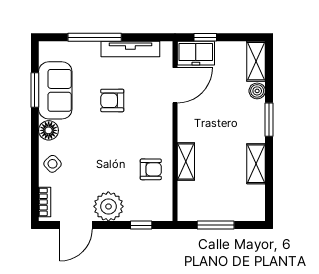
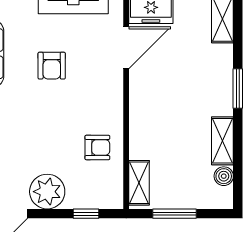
boiler: (257, 91) -> (224, 176), moved
armchair: (112, 100) -> (52, 66), turned -90
shelving: (186, 162) -> (139, 183), moved

